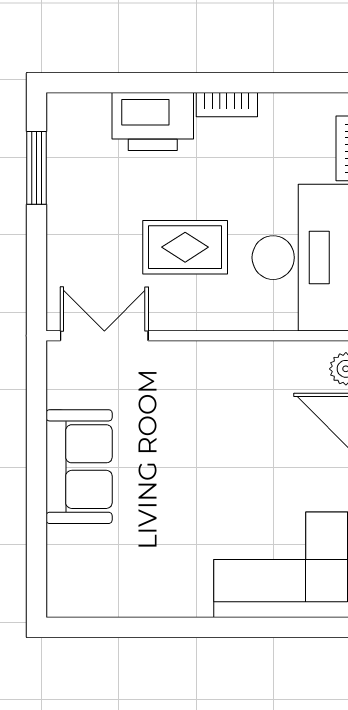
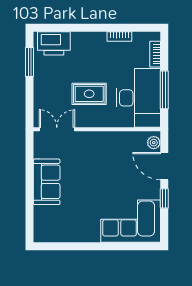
bookcase: (227, 105) -> (119, 37), moved
printer: (153, 122) -> (54, 43), moved

